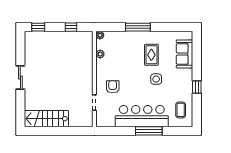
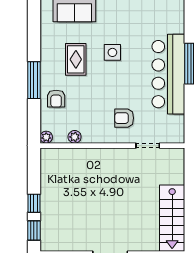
window: (71, 27) -> (34, 203), moved
armchair: (125, 42) -> (56, 99), added
rug: (151, 55) -> (76, 59), turned 90
coffee table: (181, 110) -> (159, 15), removed

